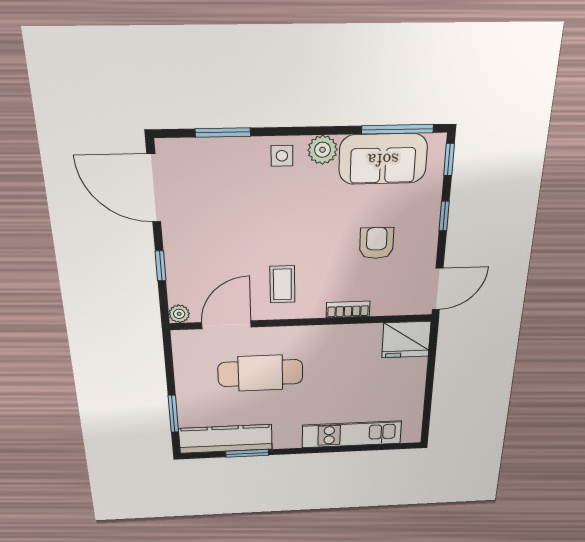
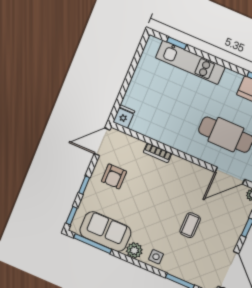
armchair: (377, 243) -> (114, 176), moved
coffee table: (282, 284) -> (190, 225), moved
fridge: (406, 340) -> (124, 117), width x0.53, depth x0.75
window: (380, 447) -> (177, 43), added

